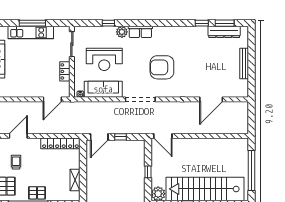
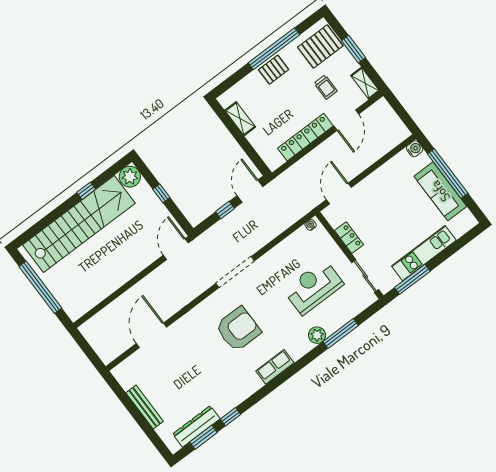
window: (32, 23) -> (412, 279), moved
window: (108, 23) -> (341, 333), width x2.17
row of seats: (140, 32) -> (275, 367), moved
sofa: (103, 89) -> (288, 251), removed
door: (163, 136) -> (176, 249), hinge flipped
locker: (60, 143) -> (305, 137), moved

